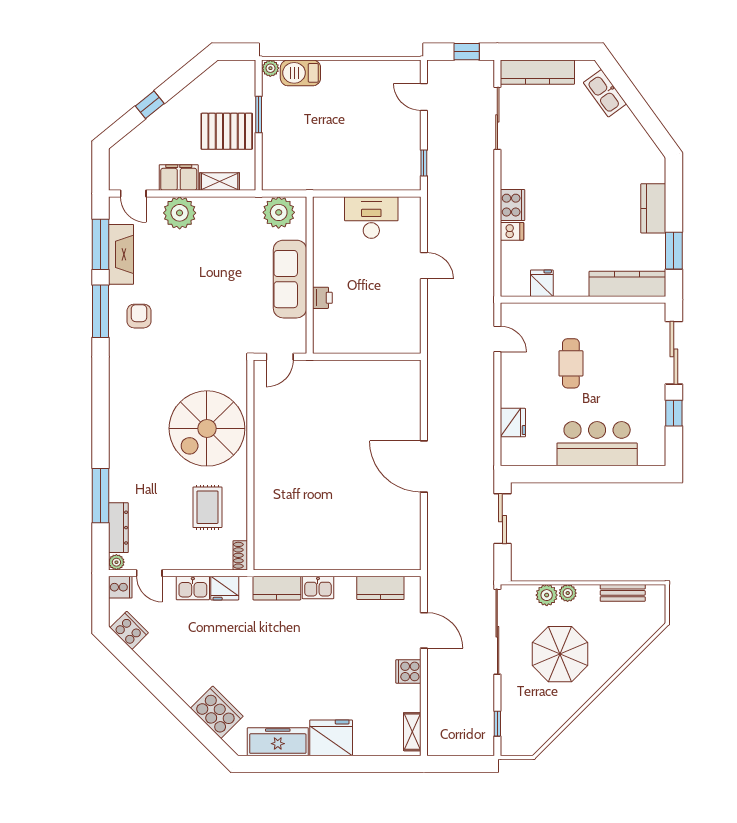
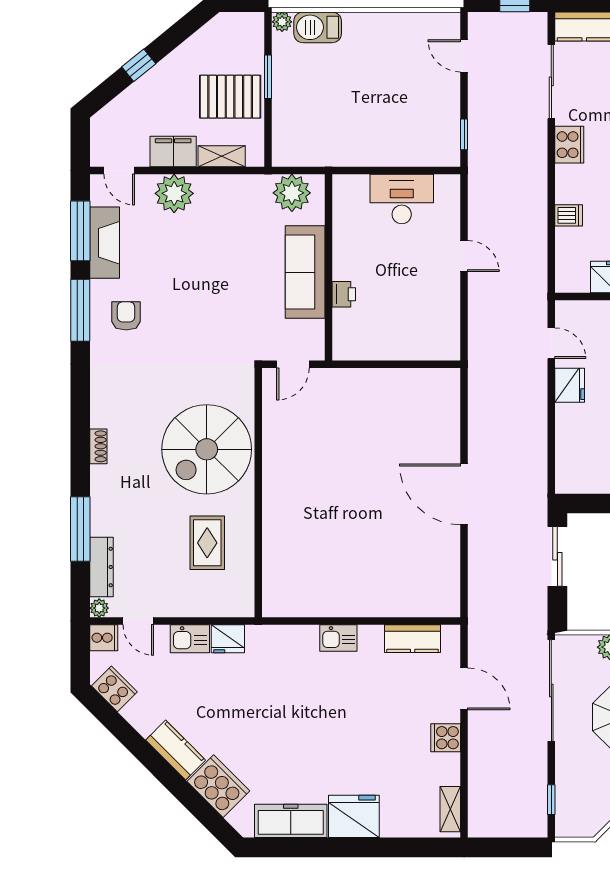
cooker: (513, 205) -> (569, 145), moved
fridge: (513, 423) -> (570, 385), moved
shoe rack: (240, 555) -> (98, 446), moved, turned 180
kitchen counter: (277, 588) -> (176, 750), moved, turned -135

